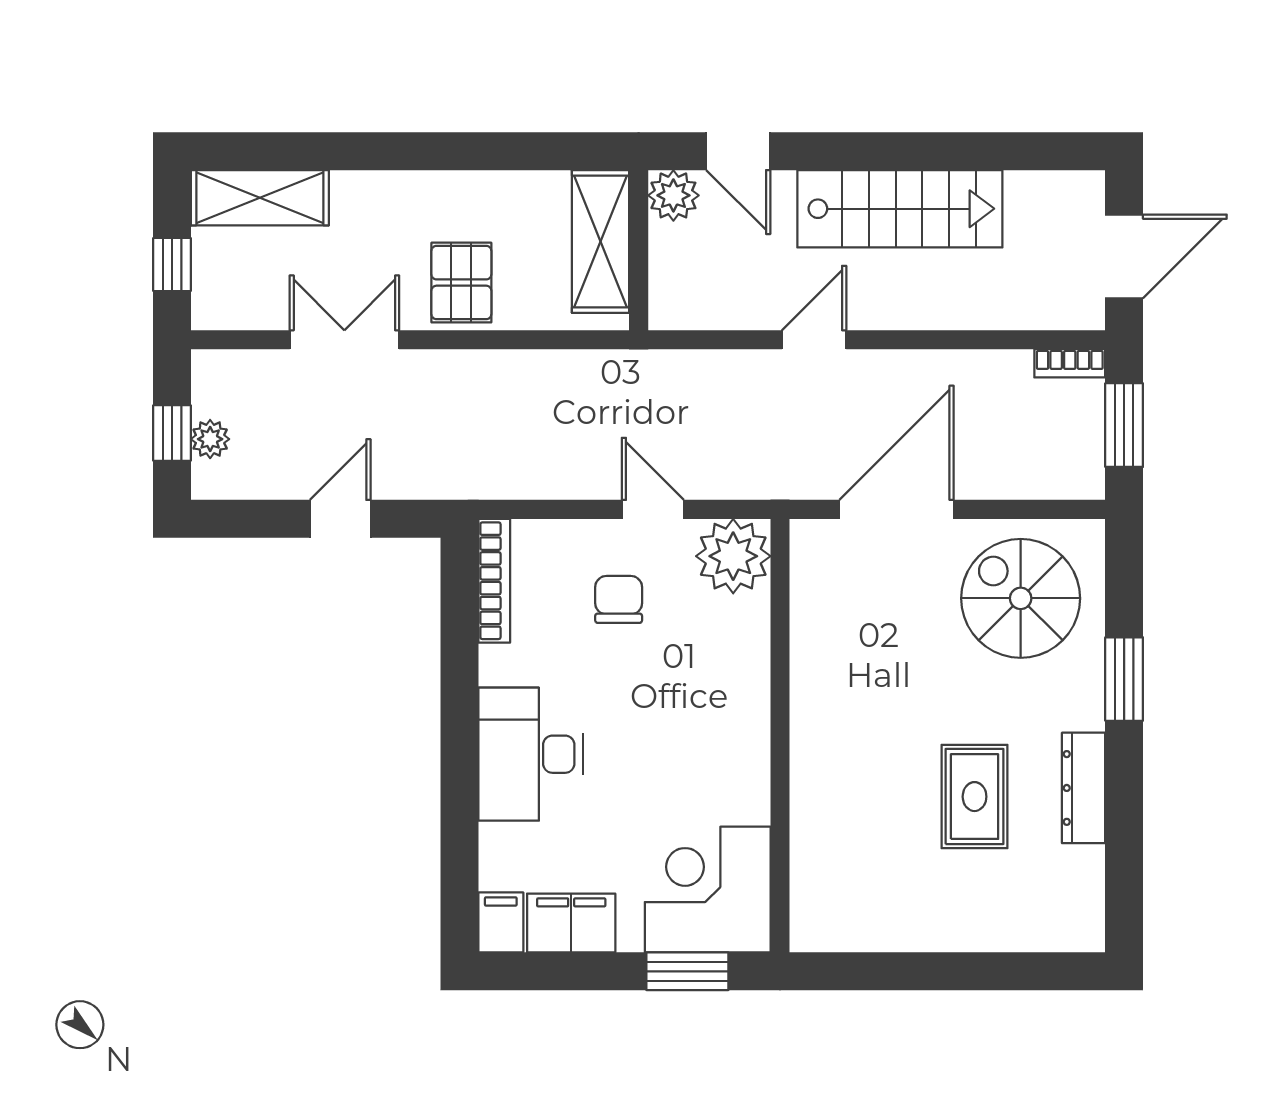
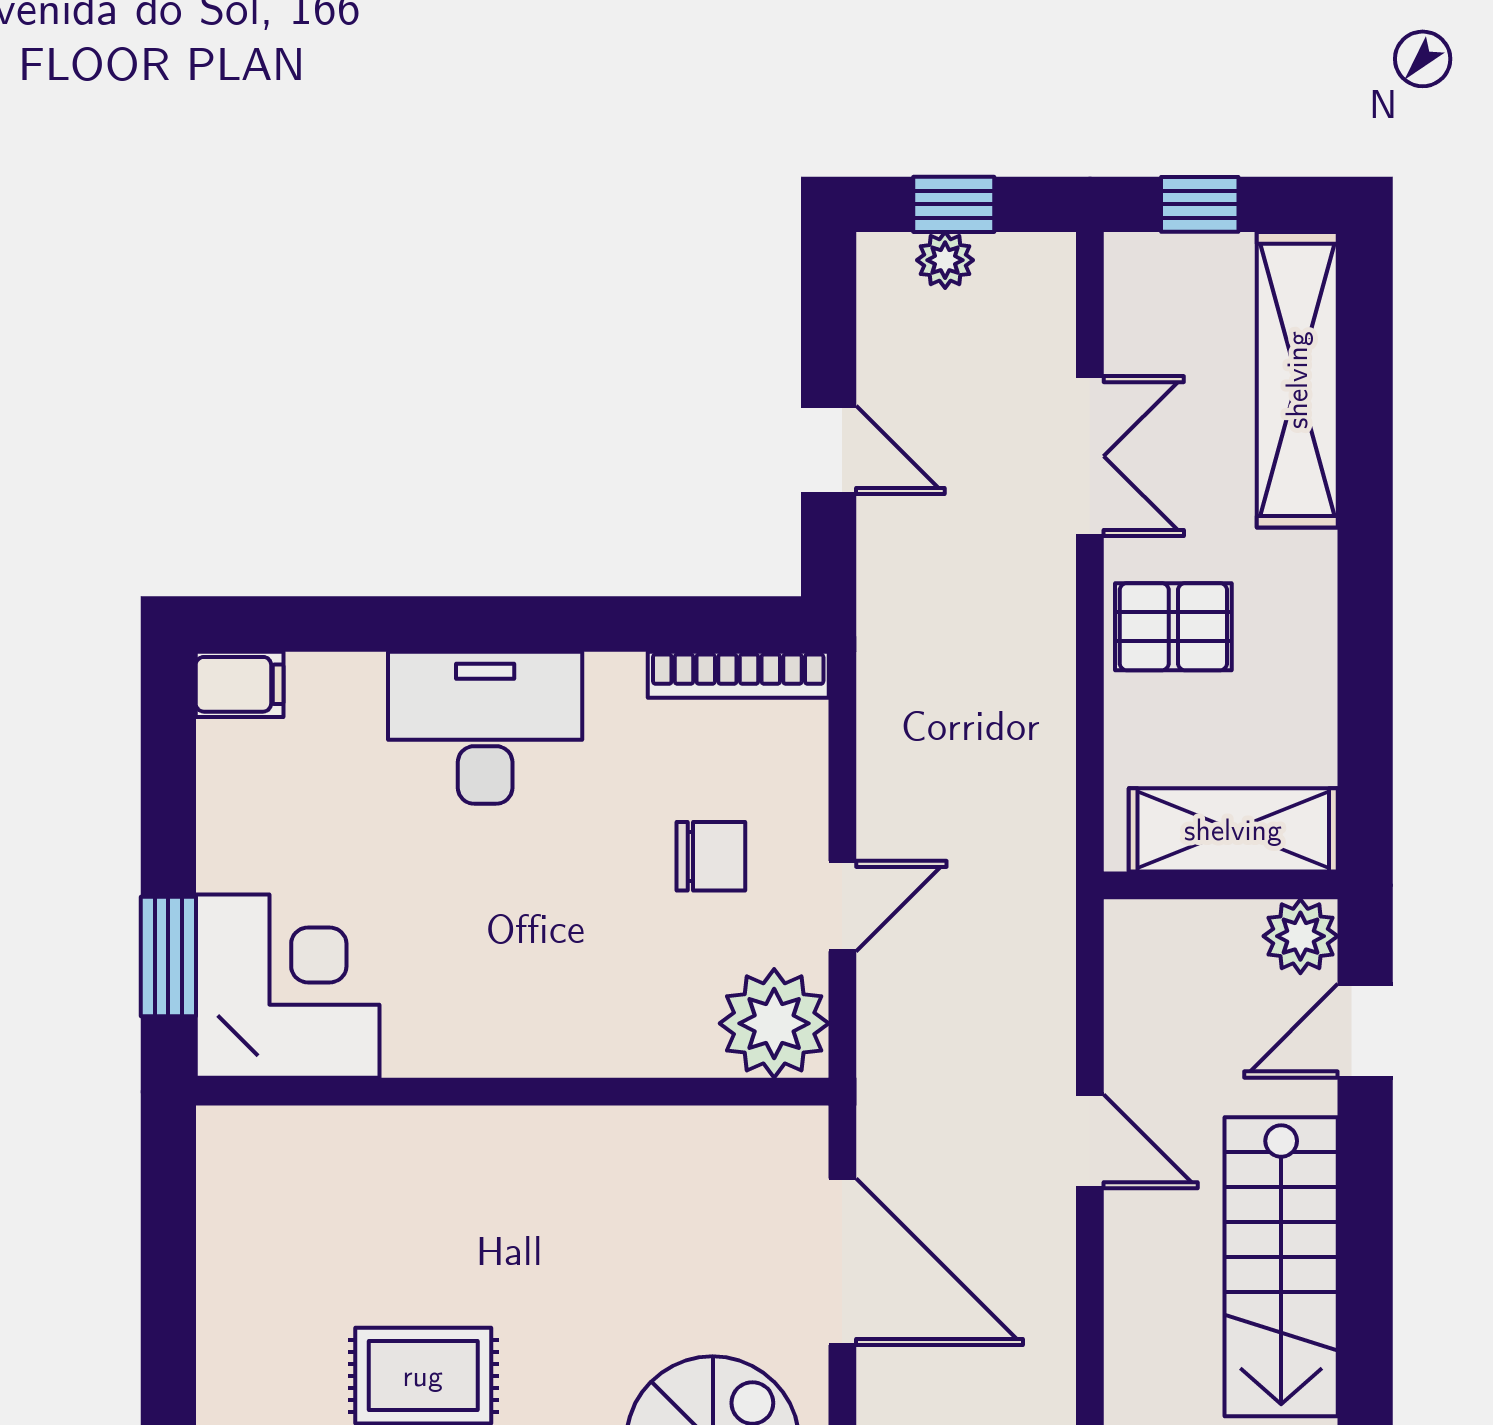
shelving: (260, 198) -> (1297, 380), width x1.47
filing cabinet: (571, 923) -> (239, 787), removed

